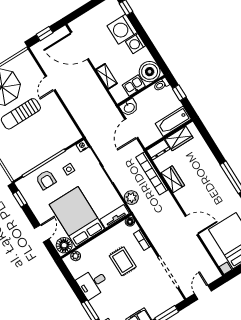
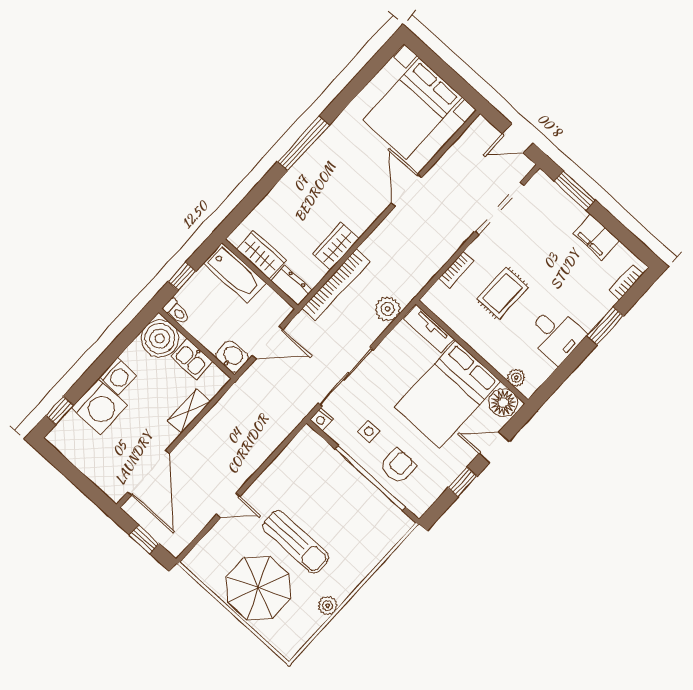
window: (20, 199) -> (462, 482), moved
floor lamp: (130, 222) -> (430, 300), removed

